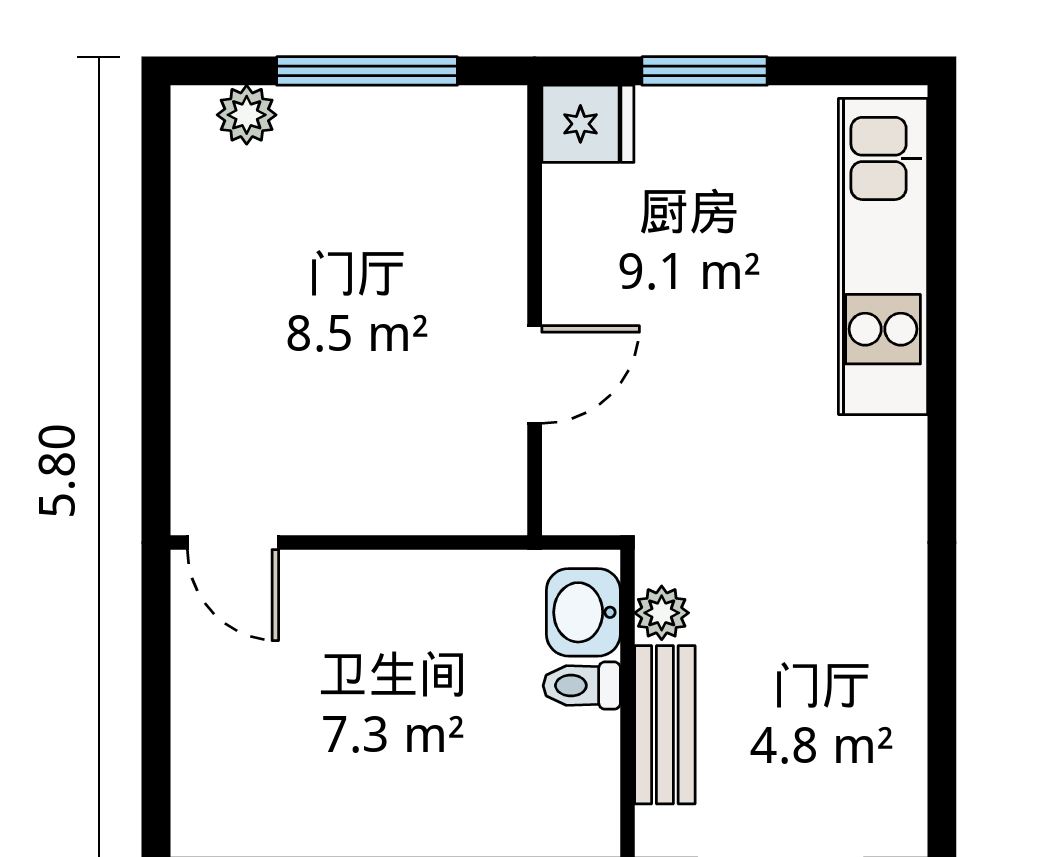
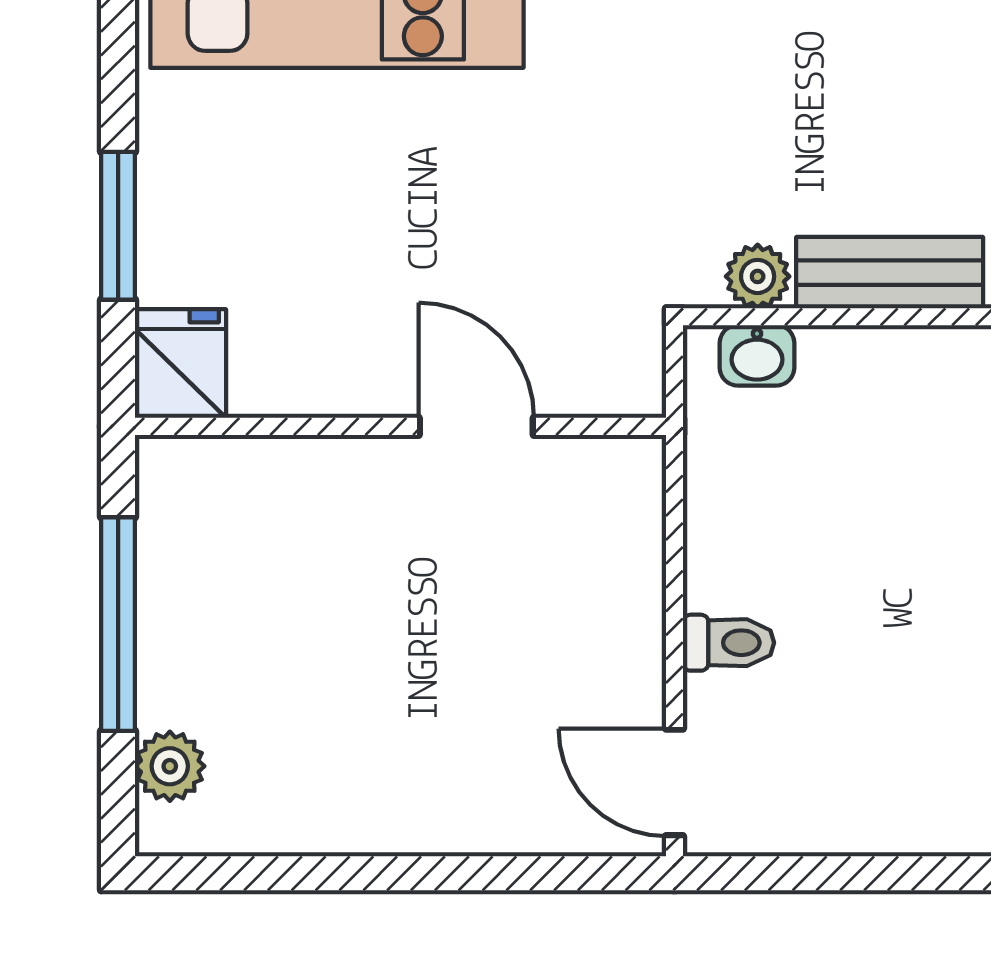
door: (233, 542) -> (675, 782), swing flipped
washbasin: (583, 612) -> (757, 355), width x0.72, depth x0.69
toilet: (582, 686) -> (729, 643), moved, turned -90

